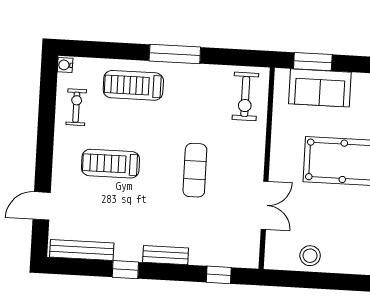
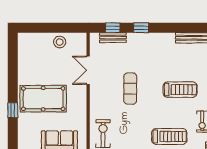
bench: (166, 255) -> (113, 38), moved
window: (125, 270) -> (141, 28), moved

